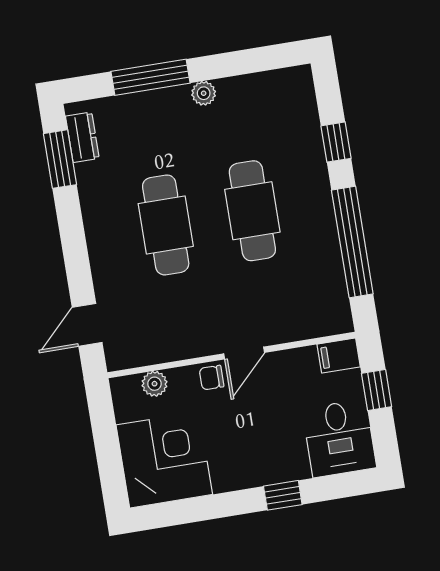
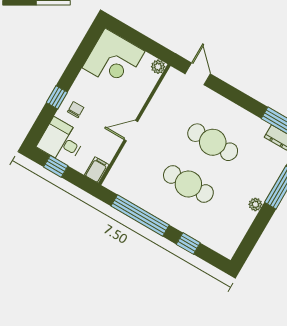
door: (244, 353) -> (131, 131), hinge flipped
chair: (212, 378) -> (76, 110), moved
plant: (155, 384) -> (158, 67), moved
window: (377, 390) -> (56, 166), moved

